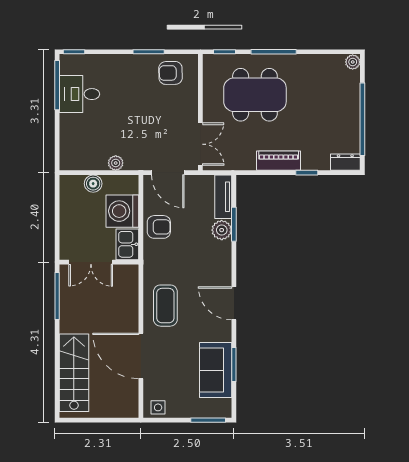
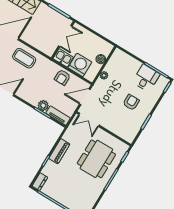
armchair: (171, 73) -> (131, 102), moved
double door: (91, 262) -> (65, 36), swing flipped

